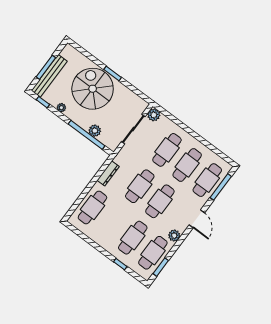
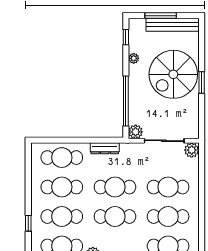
bench: (49, 76) -> (173, 25), moved
spiral stairs: (93, 89) -> (173, 74), turned 180
plant: (95, 131) -> (136, 132), moved
cafe table: (113, 223) -> (62, 187), added

